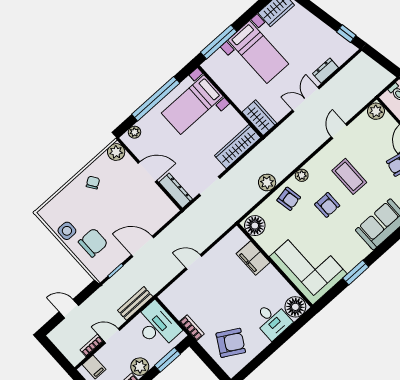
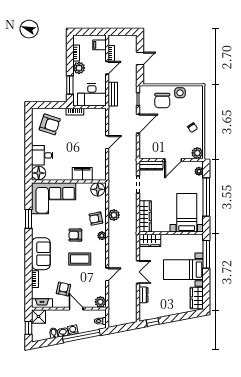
door: (339, 131) -> (107, 274), hinge flipped
armchair: (231, 343) -> (50, 124), turned -102

